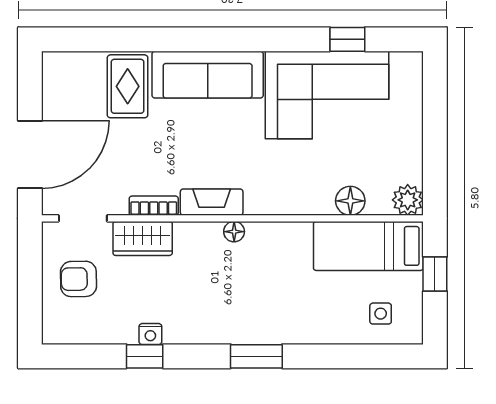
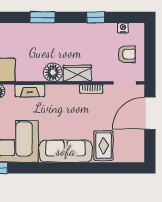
fireplace: (212, 202) -> (30, 91), moved
floor lamp: (234, 232) -> (53, 72), width x1.89, depth x1.89
wardrobe: (143, 238) -> (77, 73), moved
nightstand: (150, 334) -> (123, 28), moved

